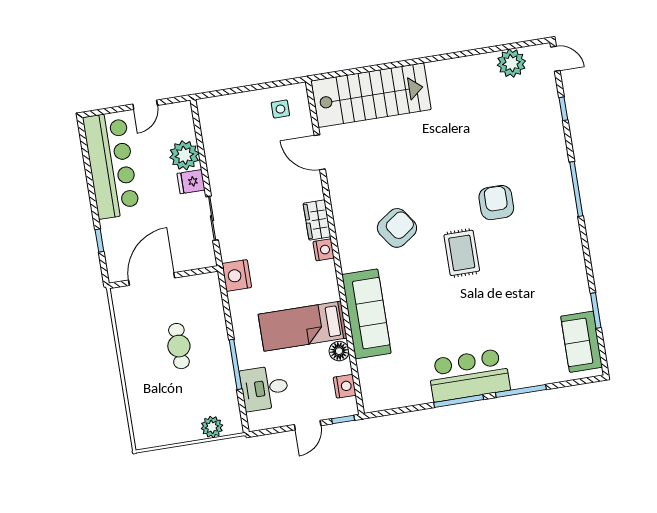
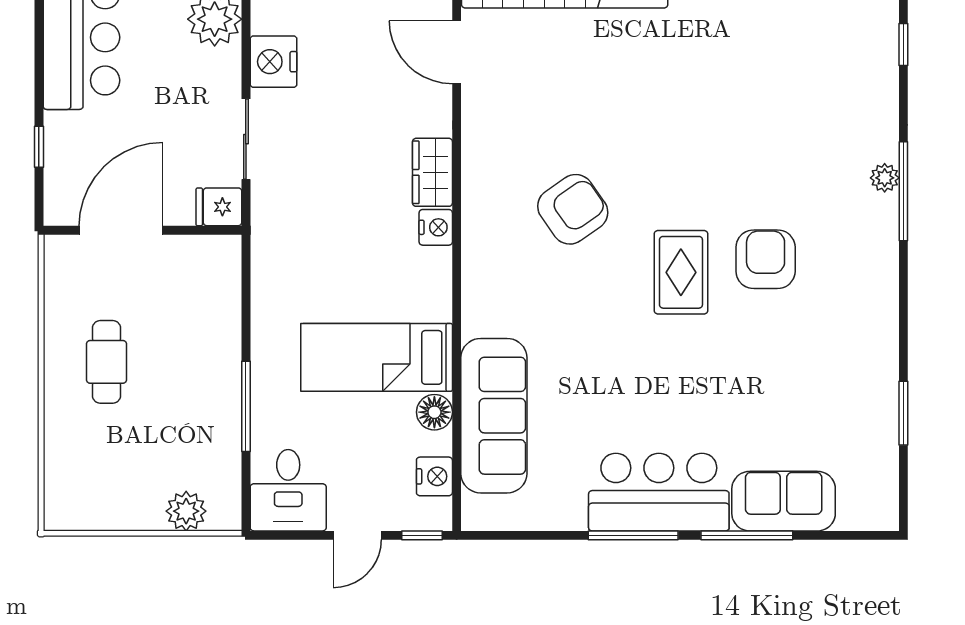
fridge: (191, 182) -> (219, 207), moved
plant: (565, 183) -> (885, 178), added
armchair: (496, 203) -> (766, 259), moved
nightstand: (237, 275) -> (273, 62), moved
sofa: (366, 314) -> (494, 416), moved
sofa: (581, 342) -> (784, 501), moved, turned 90
cafe table: (179, 346) -> (107, 362), moved
desk: (265, 388) -> (288, 490), moved, turned -90

